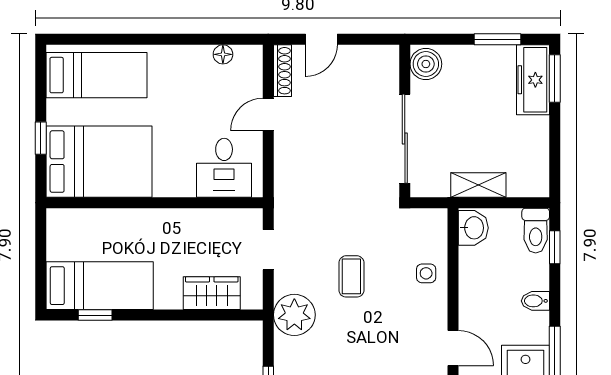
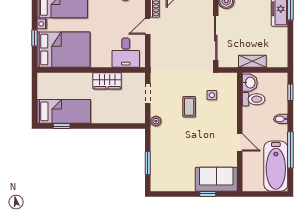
nightstand: (56, 110) -> (42, 24), added
toilet: (536, 231) -> (254, 99), moved, turned -90
side table: (426, 273) -> (212, 95), moved
wardrobe: (212, 293) -> (107, 81), moved, turned 180
plant: (294, 315) -> (156, 121), width x0.53, depth x0.53

